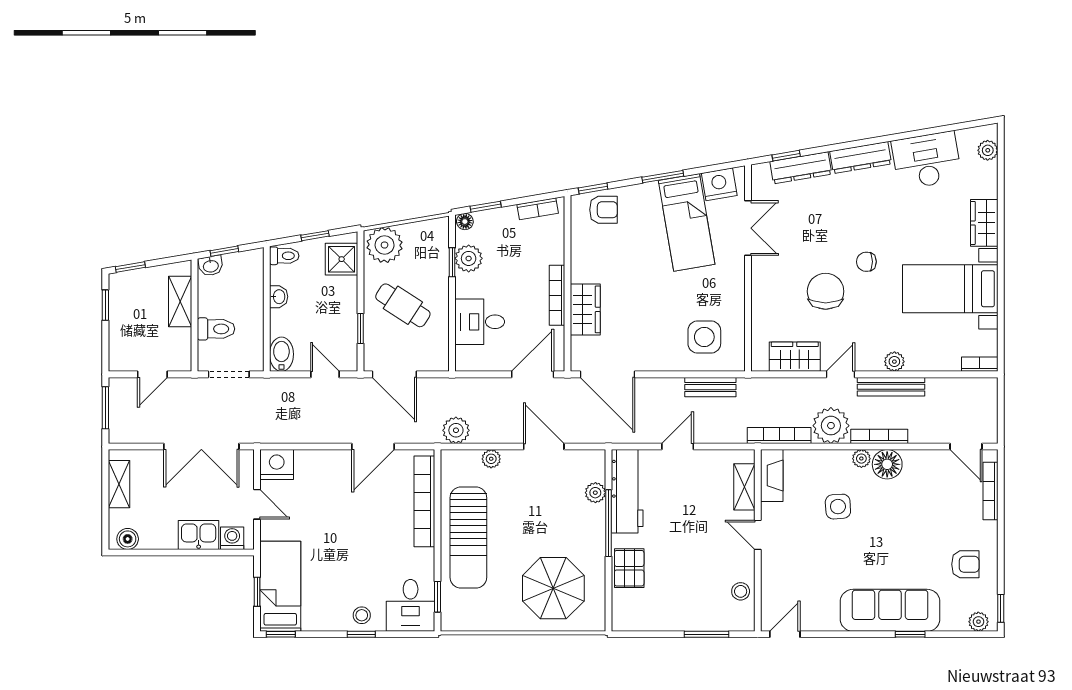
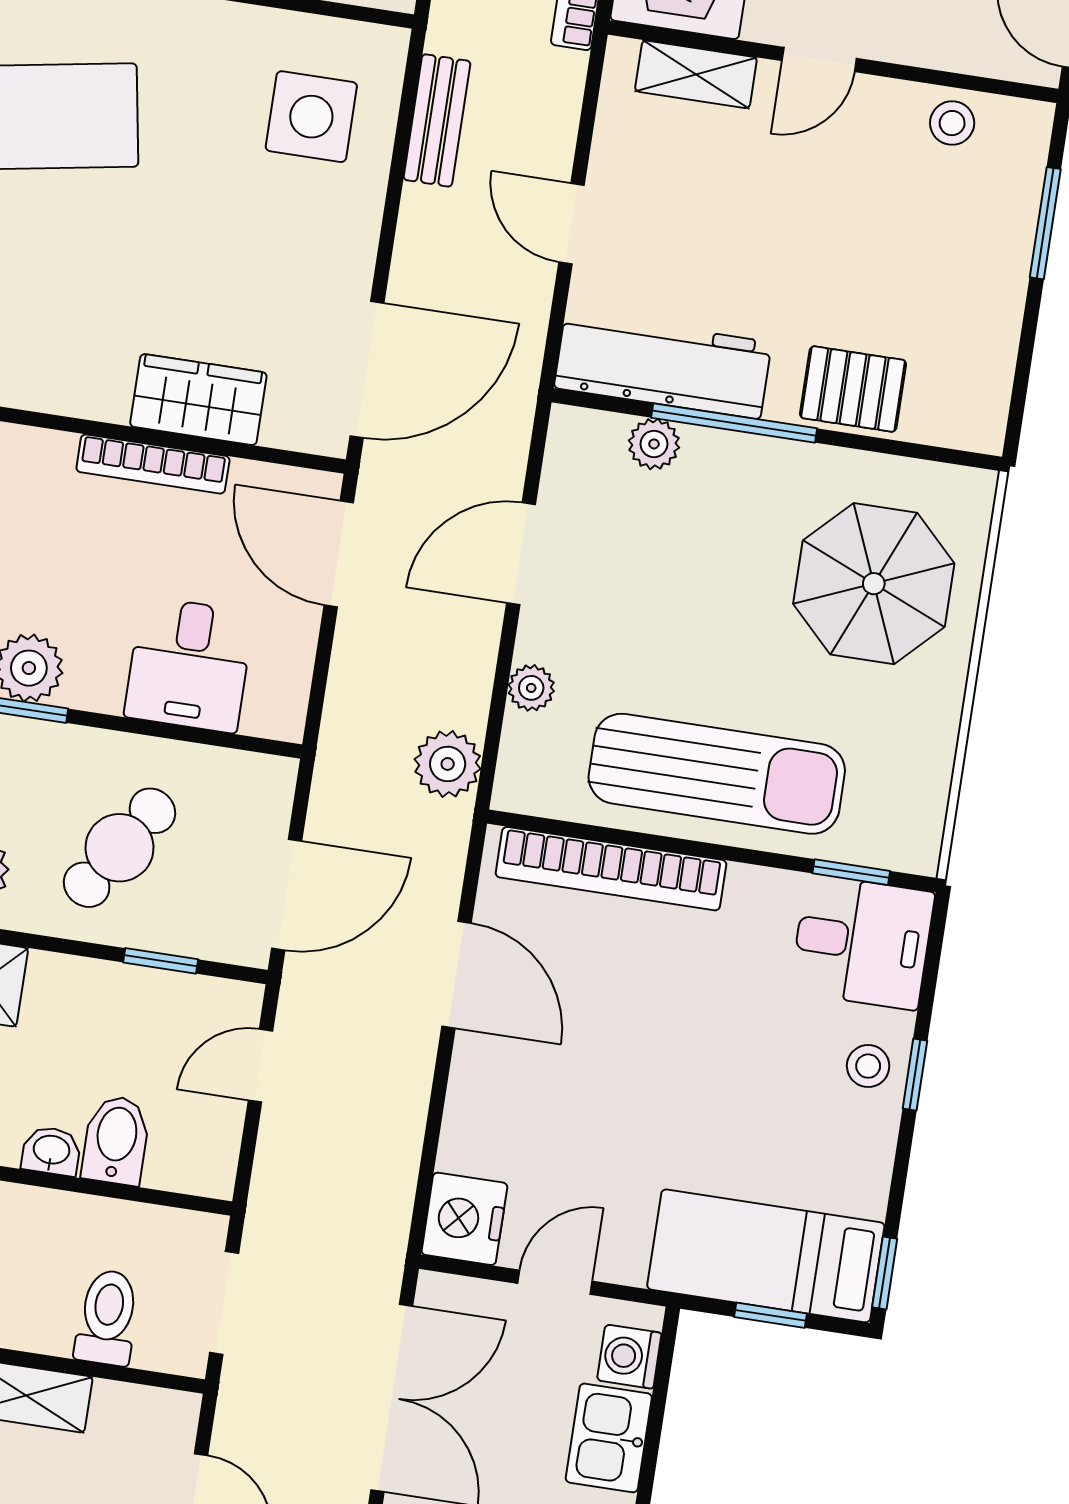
bidet: (281, 354) -> (116, 1140), moved, turned 90

